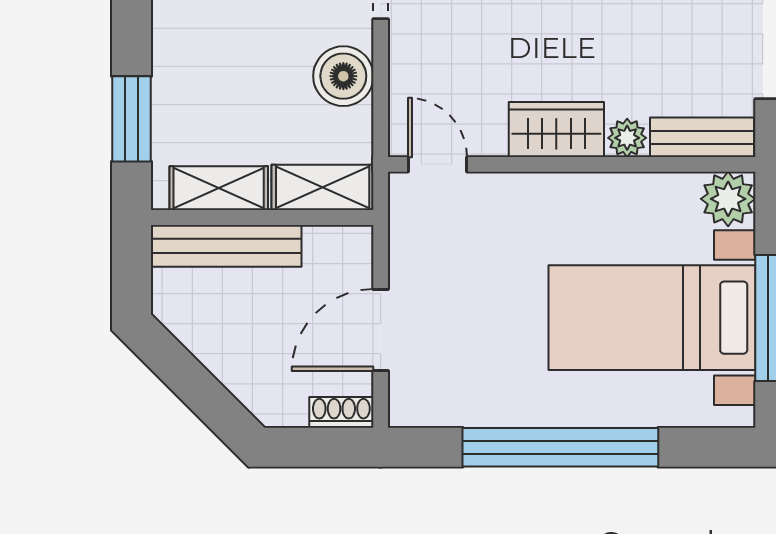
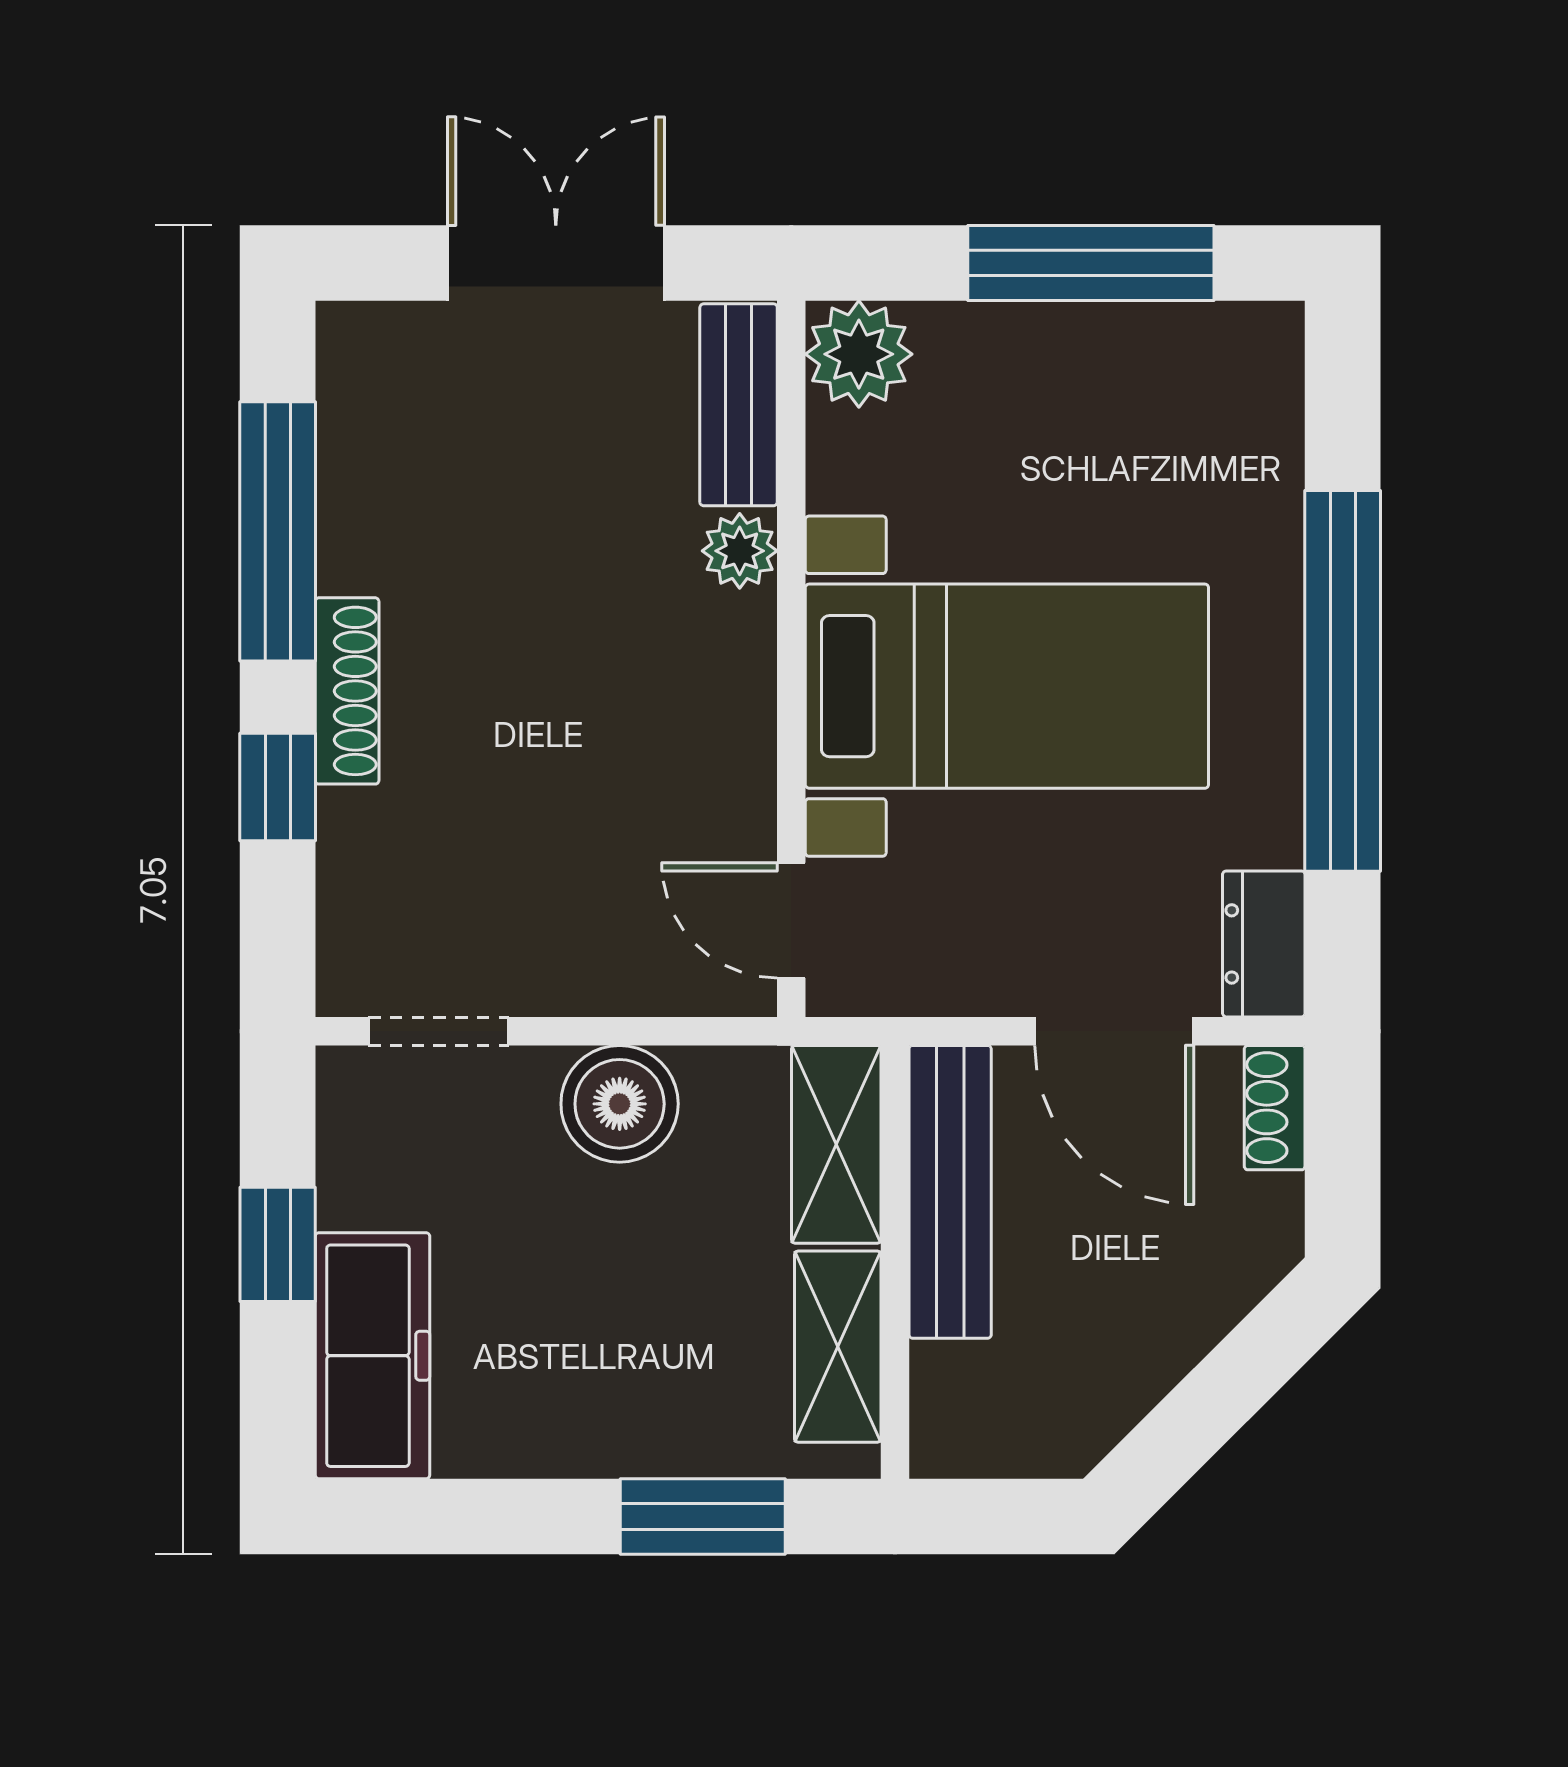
wardrobe: (556, 129) -> (723, 689), removed
door: (437, 164) -> (791, 920), hinge flipped
bench: (226, 246) -> (950, 1192), moved
bed with nightstands: (652, 318) -> (1007, 686), moved, turned -90
dresser: (425, 407) -> (1264, 944), added

